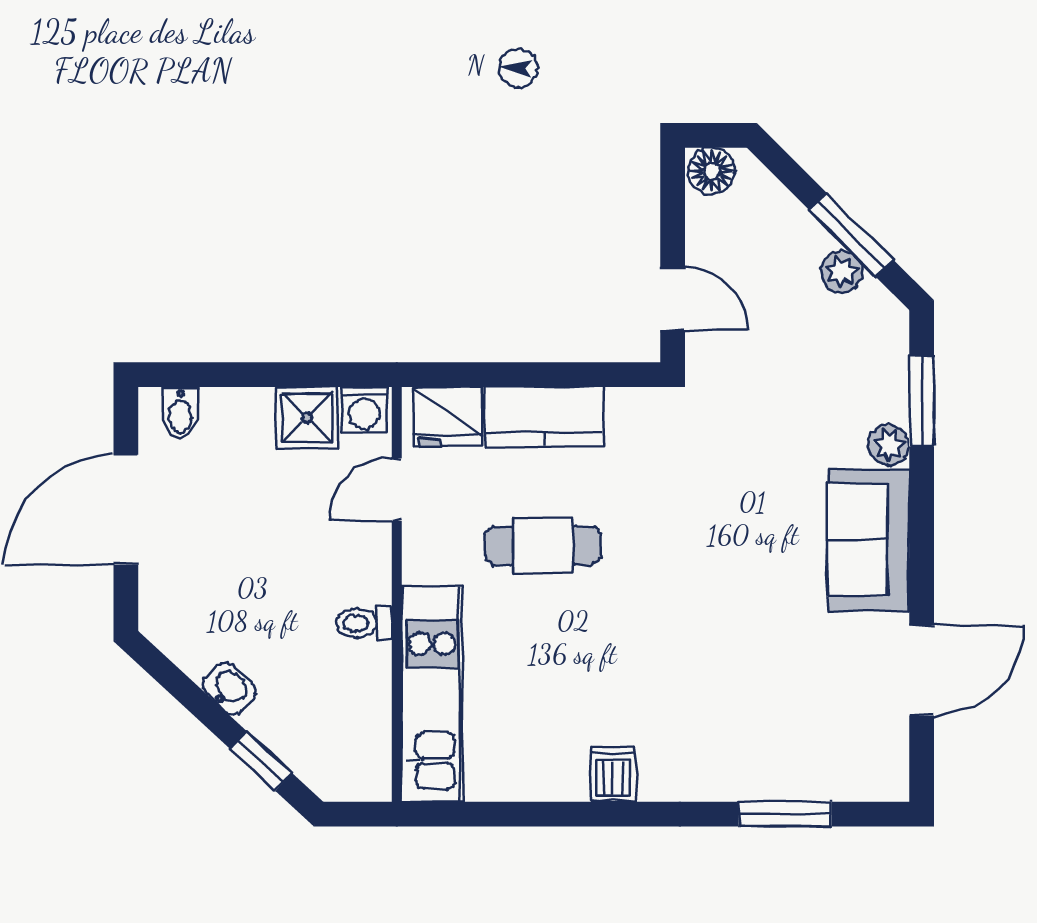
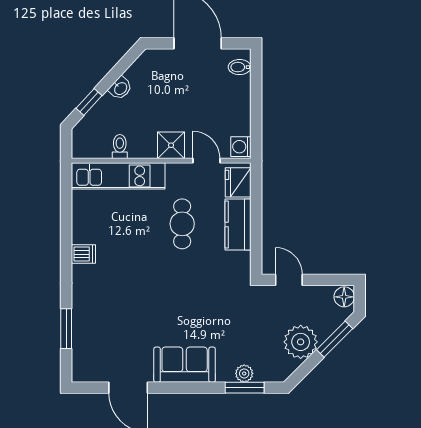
window: (851, 235) -> (335, 339), moved
plant: (842, 272) -> (301, 342), width x1.88, depth x1.88
door: (673, 299) -> (289, 280), swing flipped
shower: (307, 418) -> (171, 145), moved
plant: (889, 445) -> (244, 373), moved
toilet: (364, 623) -> (120, 146), moved

